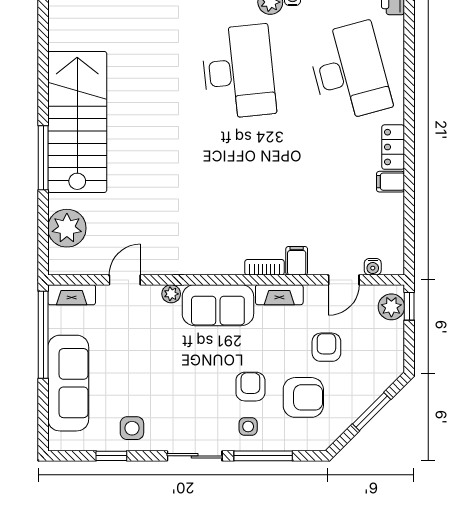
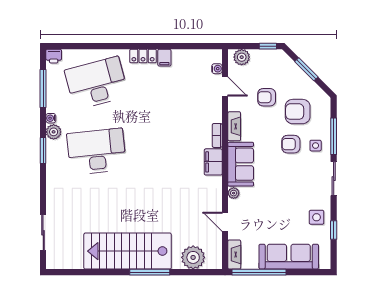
filing cabinet: (297, 261) -> (213, 162), moved, width x2.00
window: (409, 306) -> (268, 46), moved
armchair: (303, 397) -> (298, 112), turned -90

